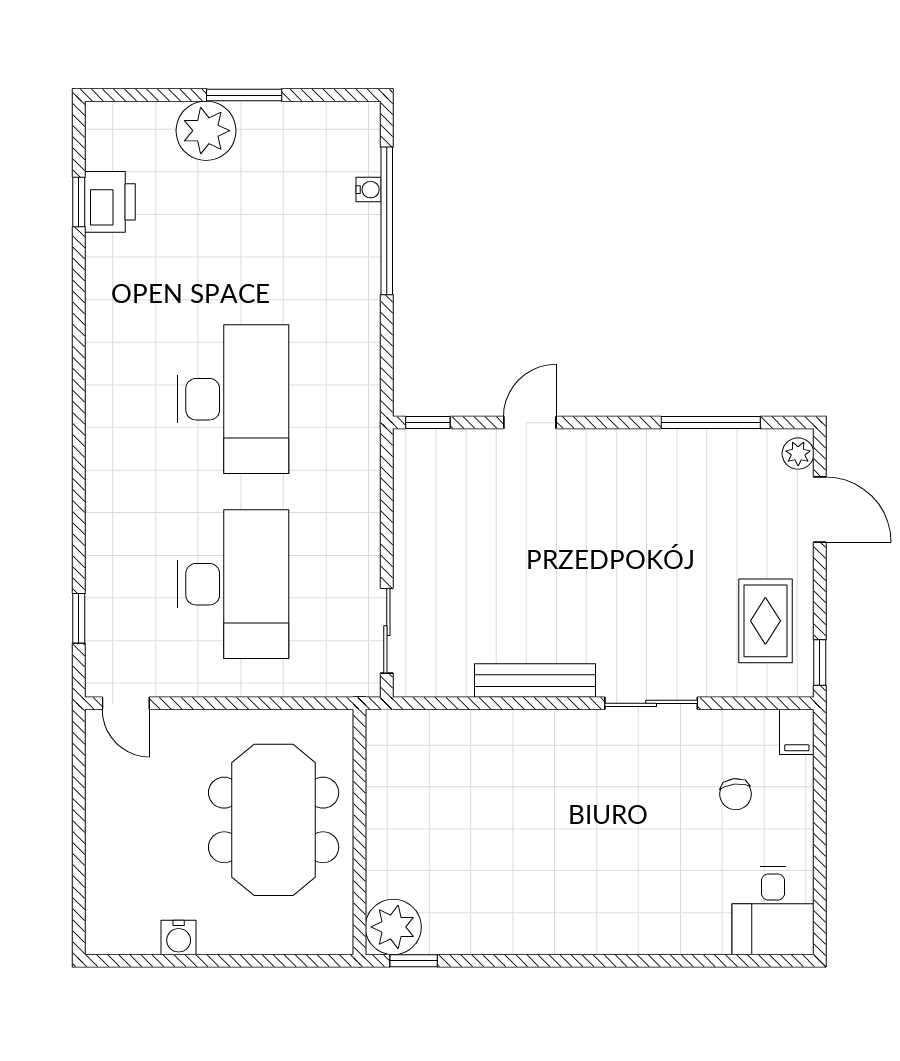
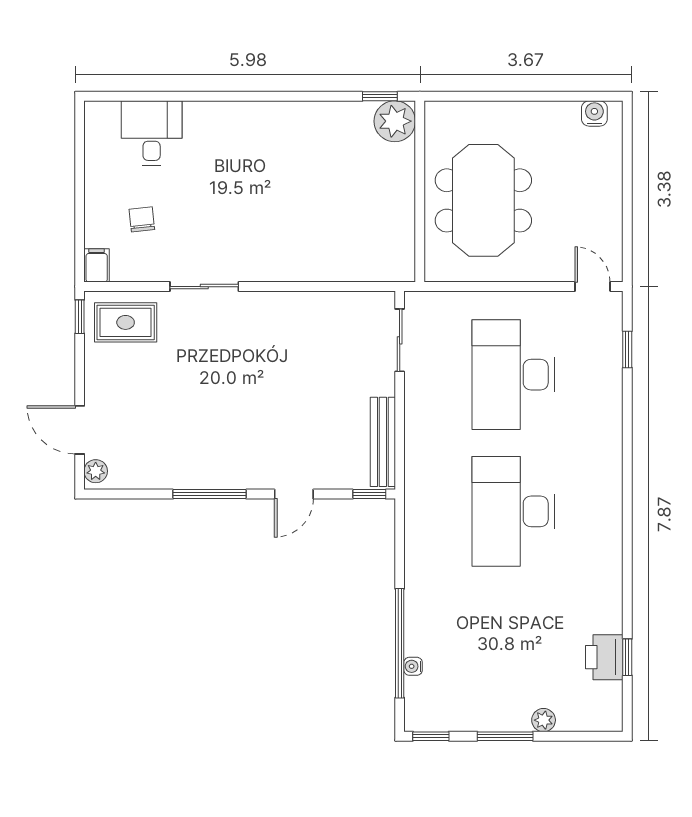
window: (345, 95) -> (431, 736), added
plant: (206, 131) -> (544, 720), width x0.53, depth x0.53
window: (711, 423) -> (210, 494), moved
rug: (765, 621) -> (126, 322), moved, turned 90
bench: (535, 681) -> (383, 442), moved, turned 90
desk: (773, 911) -> (152, 133), moved
water cooler: (179, 937) -> (594, 113), moved

